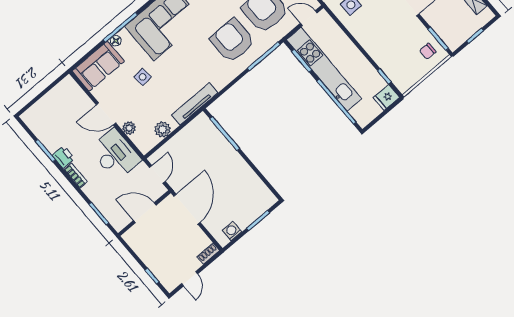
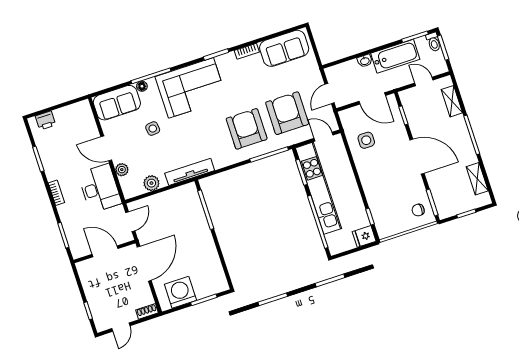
printer: (63, 157) -> (45, 120), moved, turned 90
washing machine: (232, 231) -> (180, 292), width x1.89, depth x1.89

